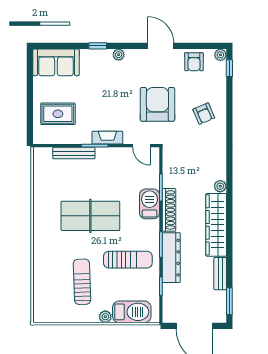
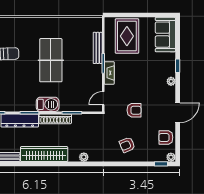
armchair: (157, 104) -> (134, 110), width x0.53, depth x0.53
rug: (58, 114) -> (127, 36), width x1.36, depth x1.43
plant: (220, 186) -> (84, 157), moved
barbecue: (150, 204) -> (48, 104), moved
sun lounger: (128, 260) -> (18, 88), removed

